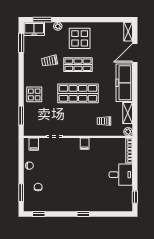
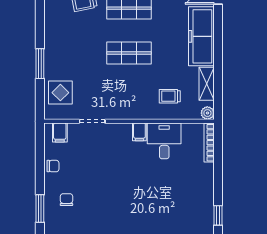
shop shelf: (78, 93) -> (129, 53), width x0.70, depth x0.74
display table: (34, 94) -> (60, 93), moved
window: (21, 116) -> (40, 64), moved
desk: (121, 175) -> (164, 141), moved, turned -90

